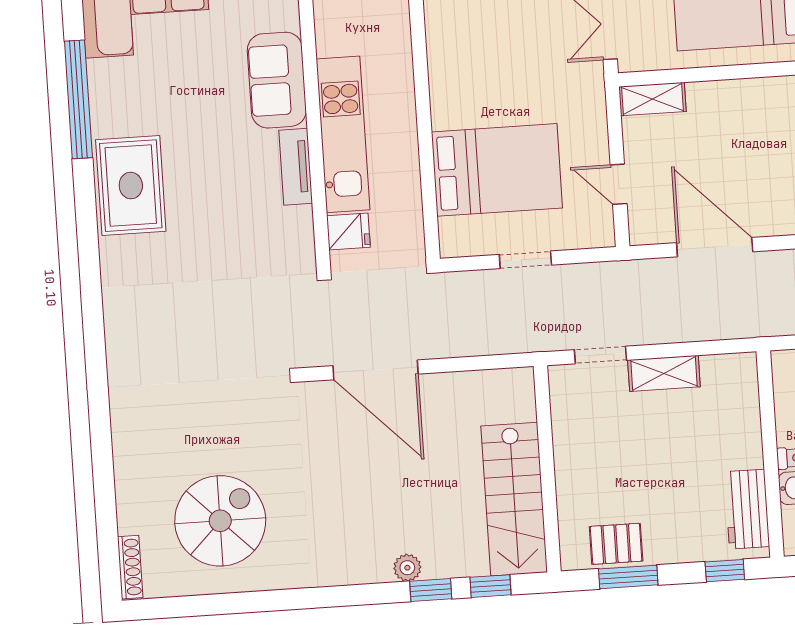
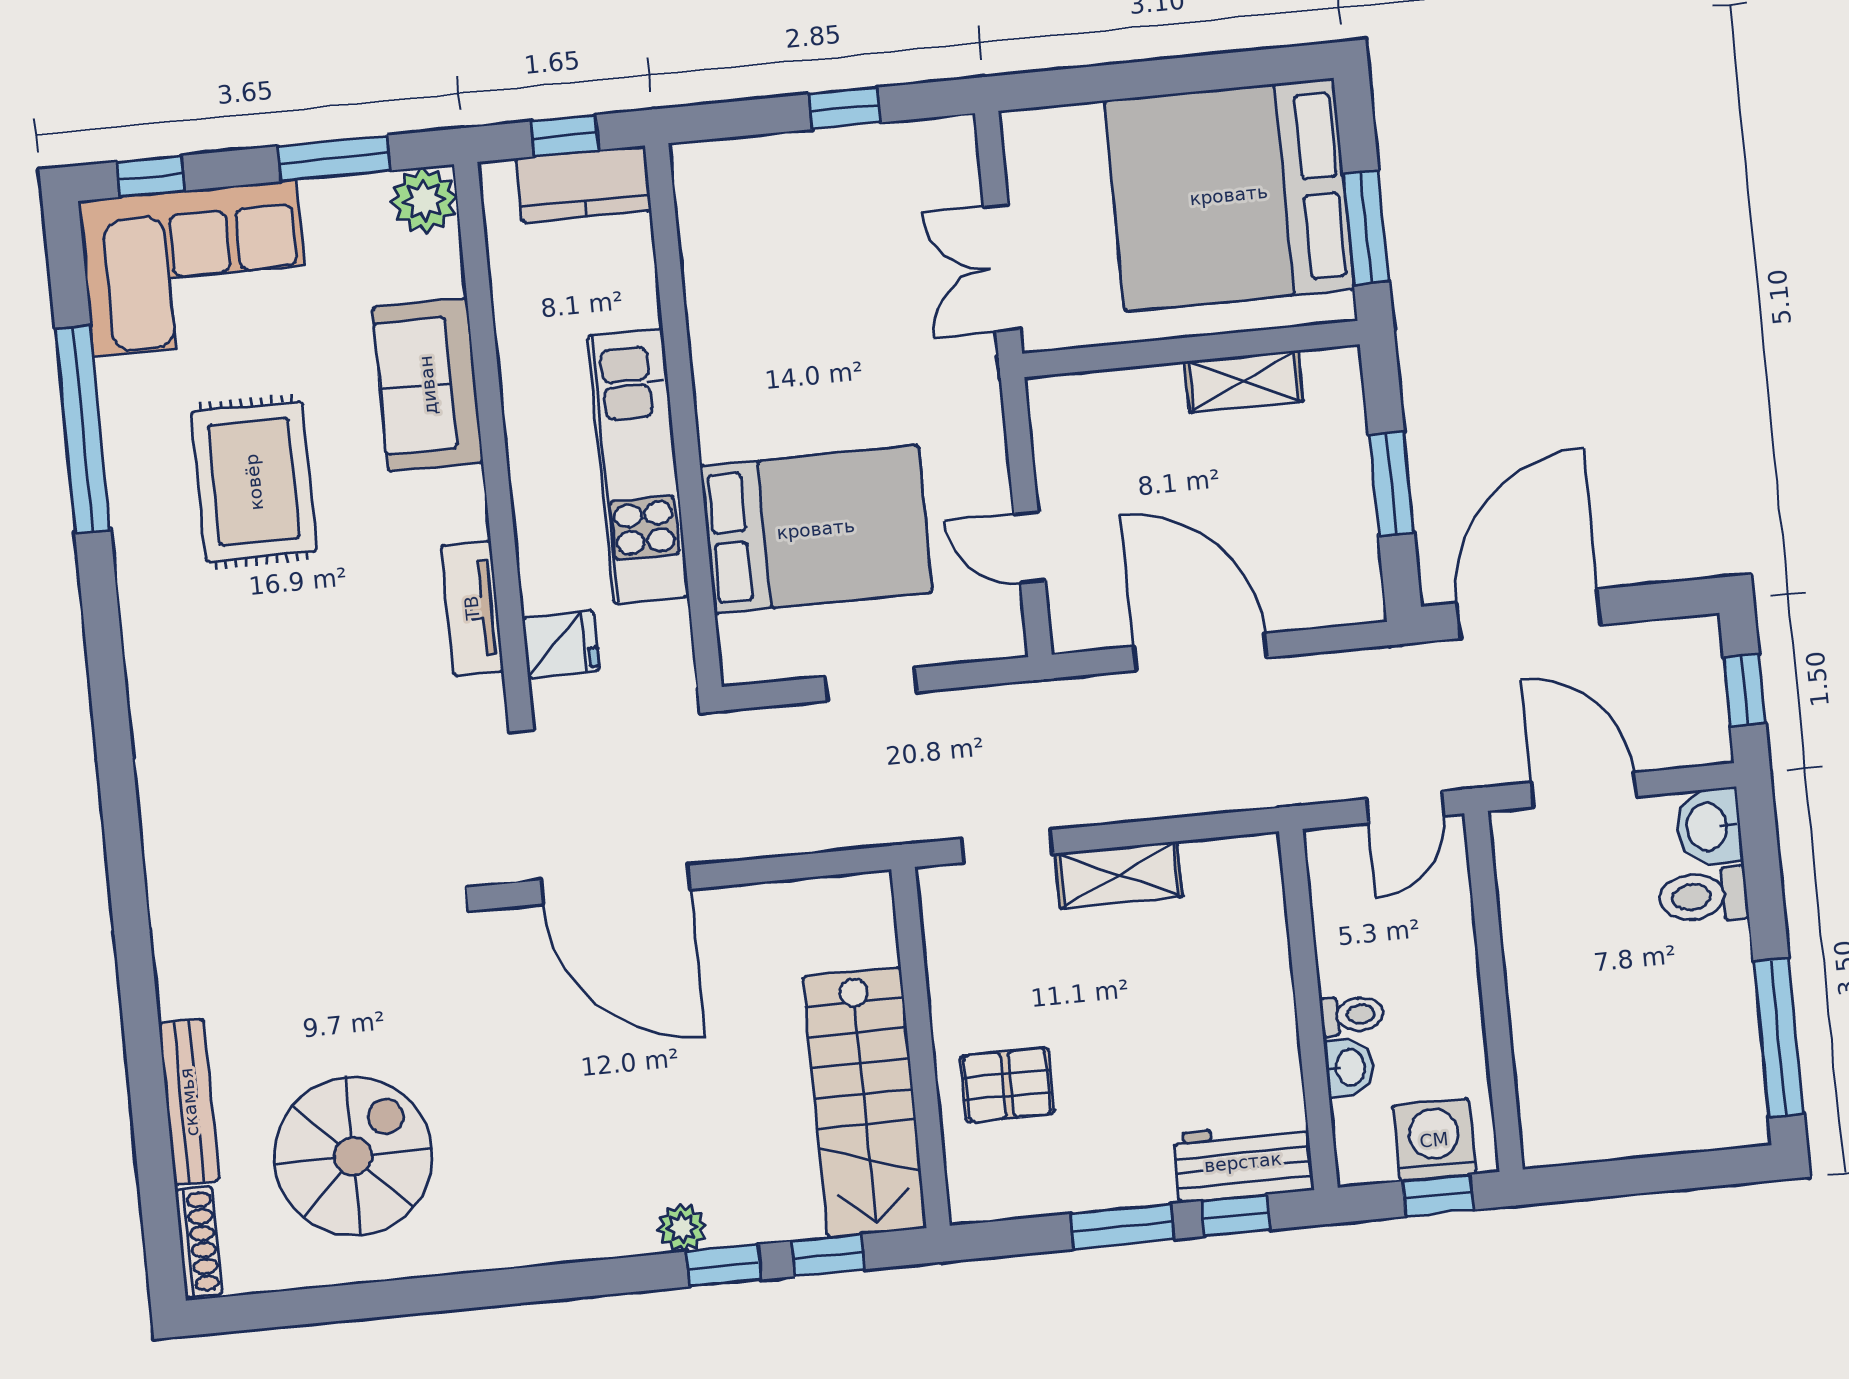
shelving: (652, 99) -> (1244, 381), moved
kitchen unit: (343, 134) -> (638, 466), moved, turned 180
tv unit: (296, 167) -> (472, 608), moved
rug: (131, 186) -> (254, 482), moved
bench: (127, 487) -> (189, 1102), added
workbench: (747, 509) -> (1243, 1162), moved, turned 90
pallet: (616, 544) -> (1007, 1085), moved
window: (628, 577) -> (1122, 1226), moved

